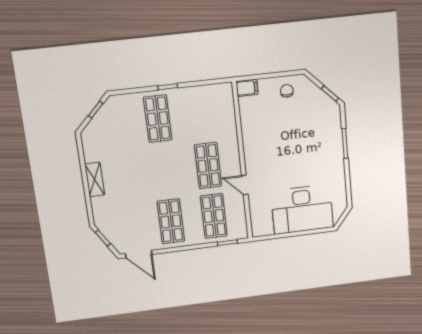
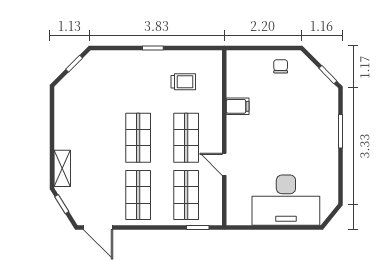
filing cabinet: (247, 88) -> (238, 106), moved
trolley: (200, 115) -> (183, 82), added
shop shelf: (158, 119) -> (138, 138), moved
shelving: (95, 179) -> (62, 168), moved

